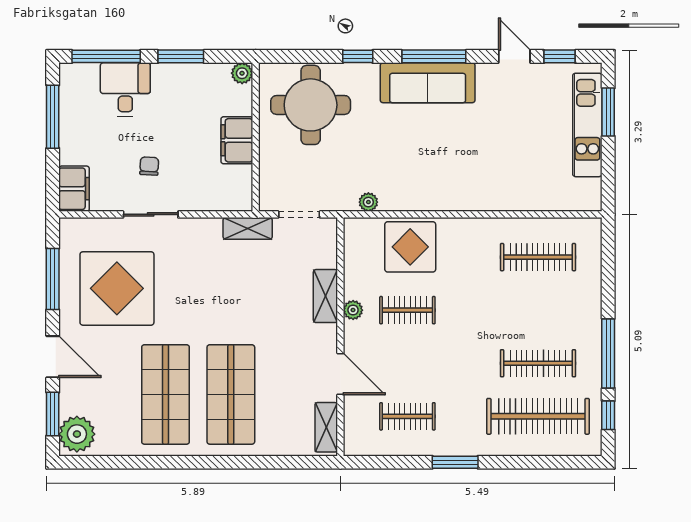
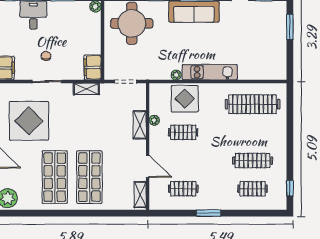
kitchen unit: (587, 125) -> (210, 72), moved, turned 90
filing cabinet: (237, 140) -> (93, 67), moved
plant: (368, 202) -> (176, 75), moved
shelving: (248, 228) -> (86, 89), moved
clothes rail: (538, 257) -> (253, 104), width x1.37, depth x1.31
plant: (353, 310) -> (154, 120), moved
window: (608, 353) -> (290, 155), removed
clothes rail: (538, 416) -> (253, 189), width x0.54, depth x0.76

